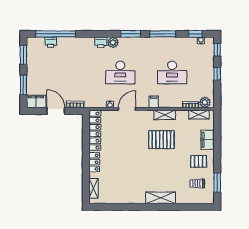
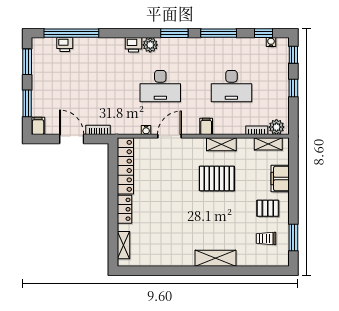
filing cabinet: (36, 102) -> (38, 126), width x0.50

